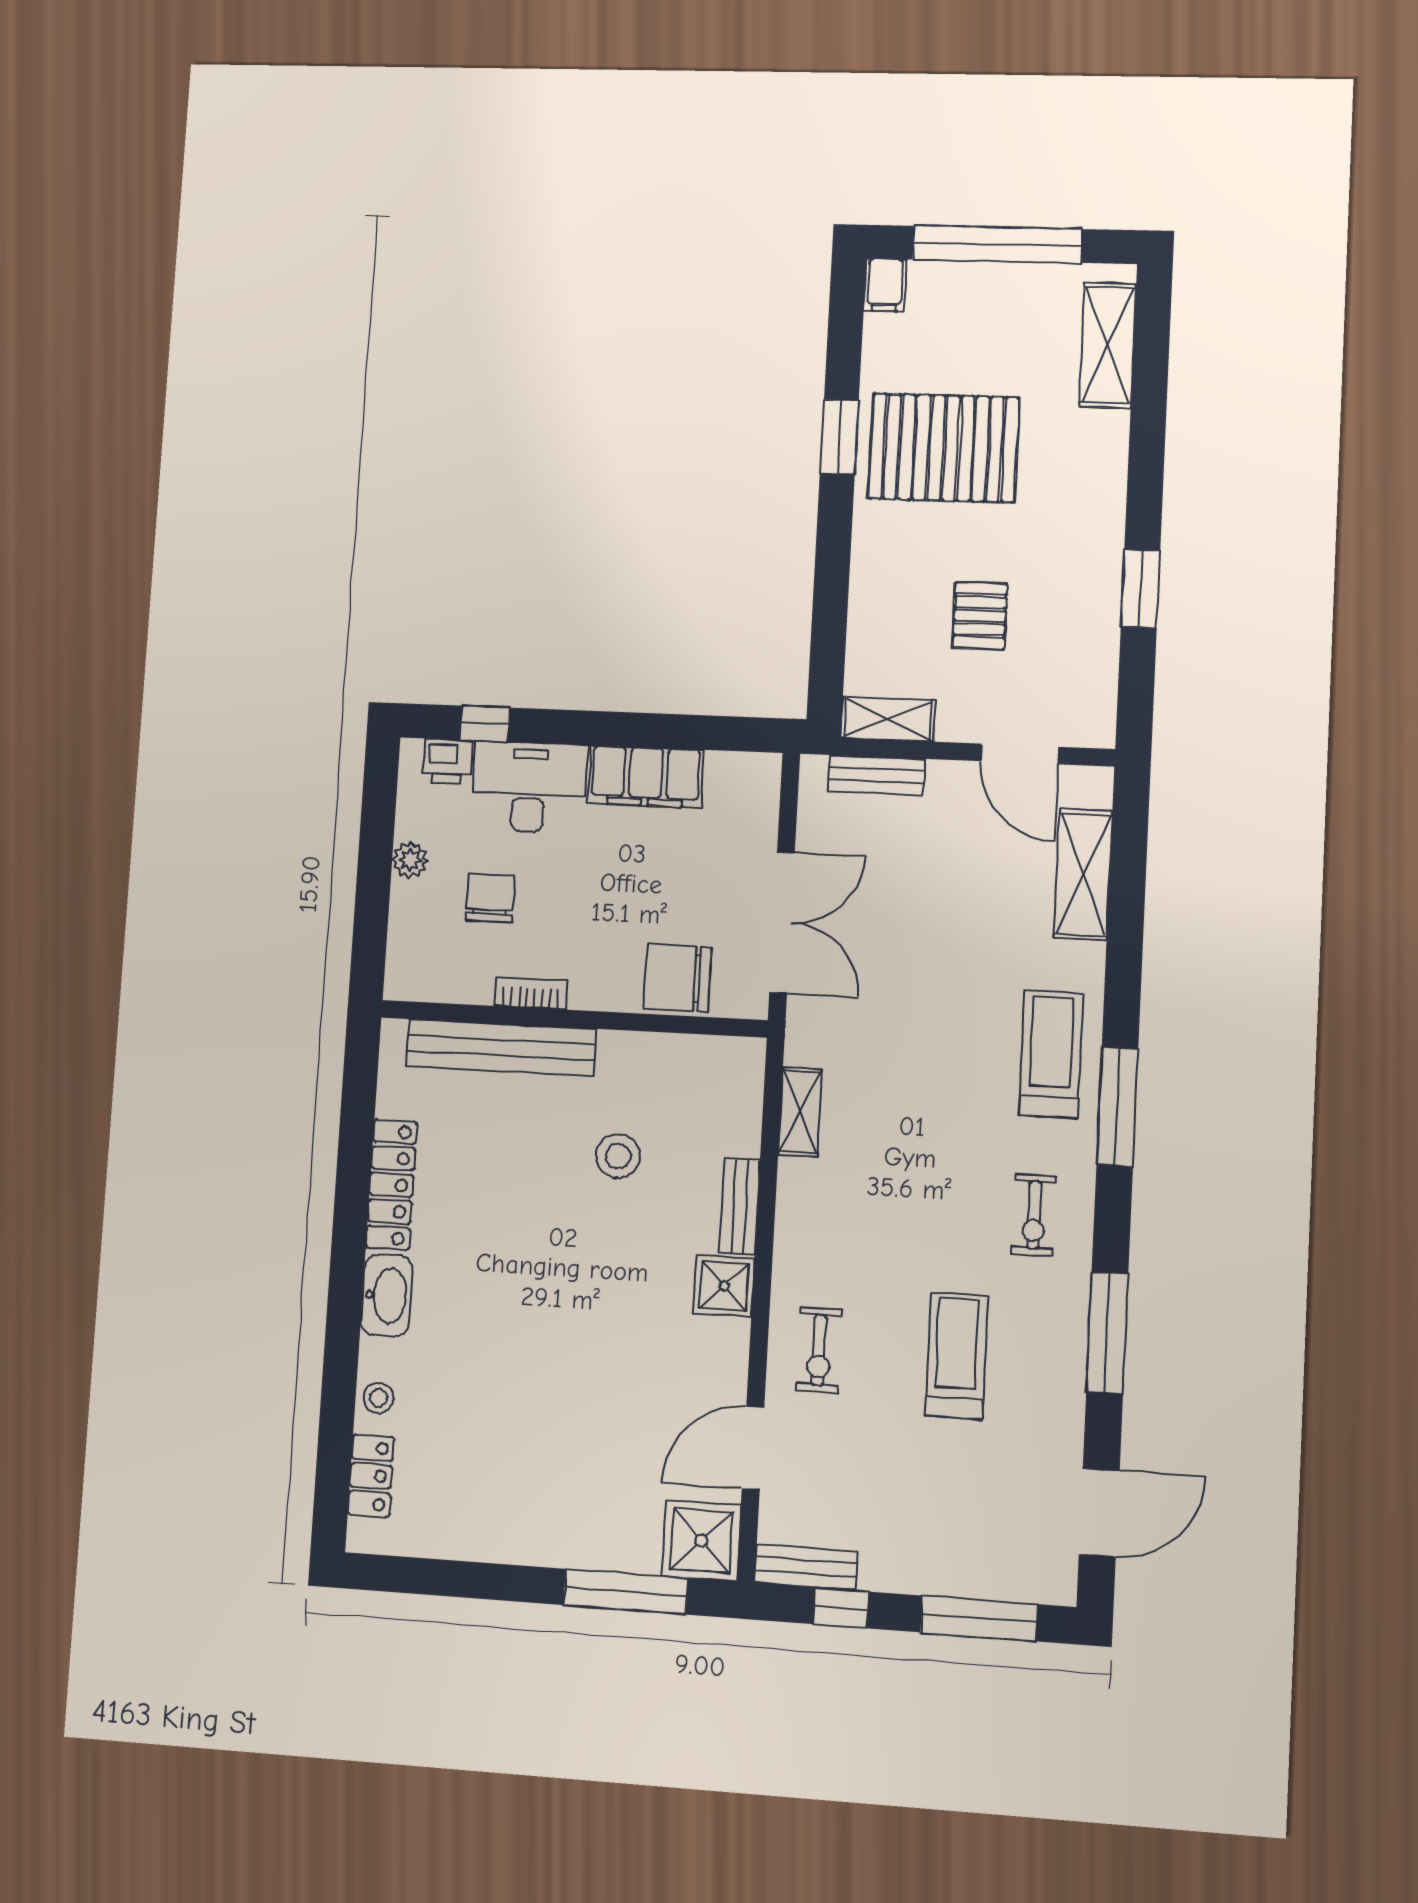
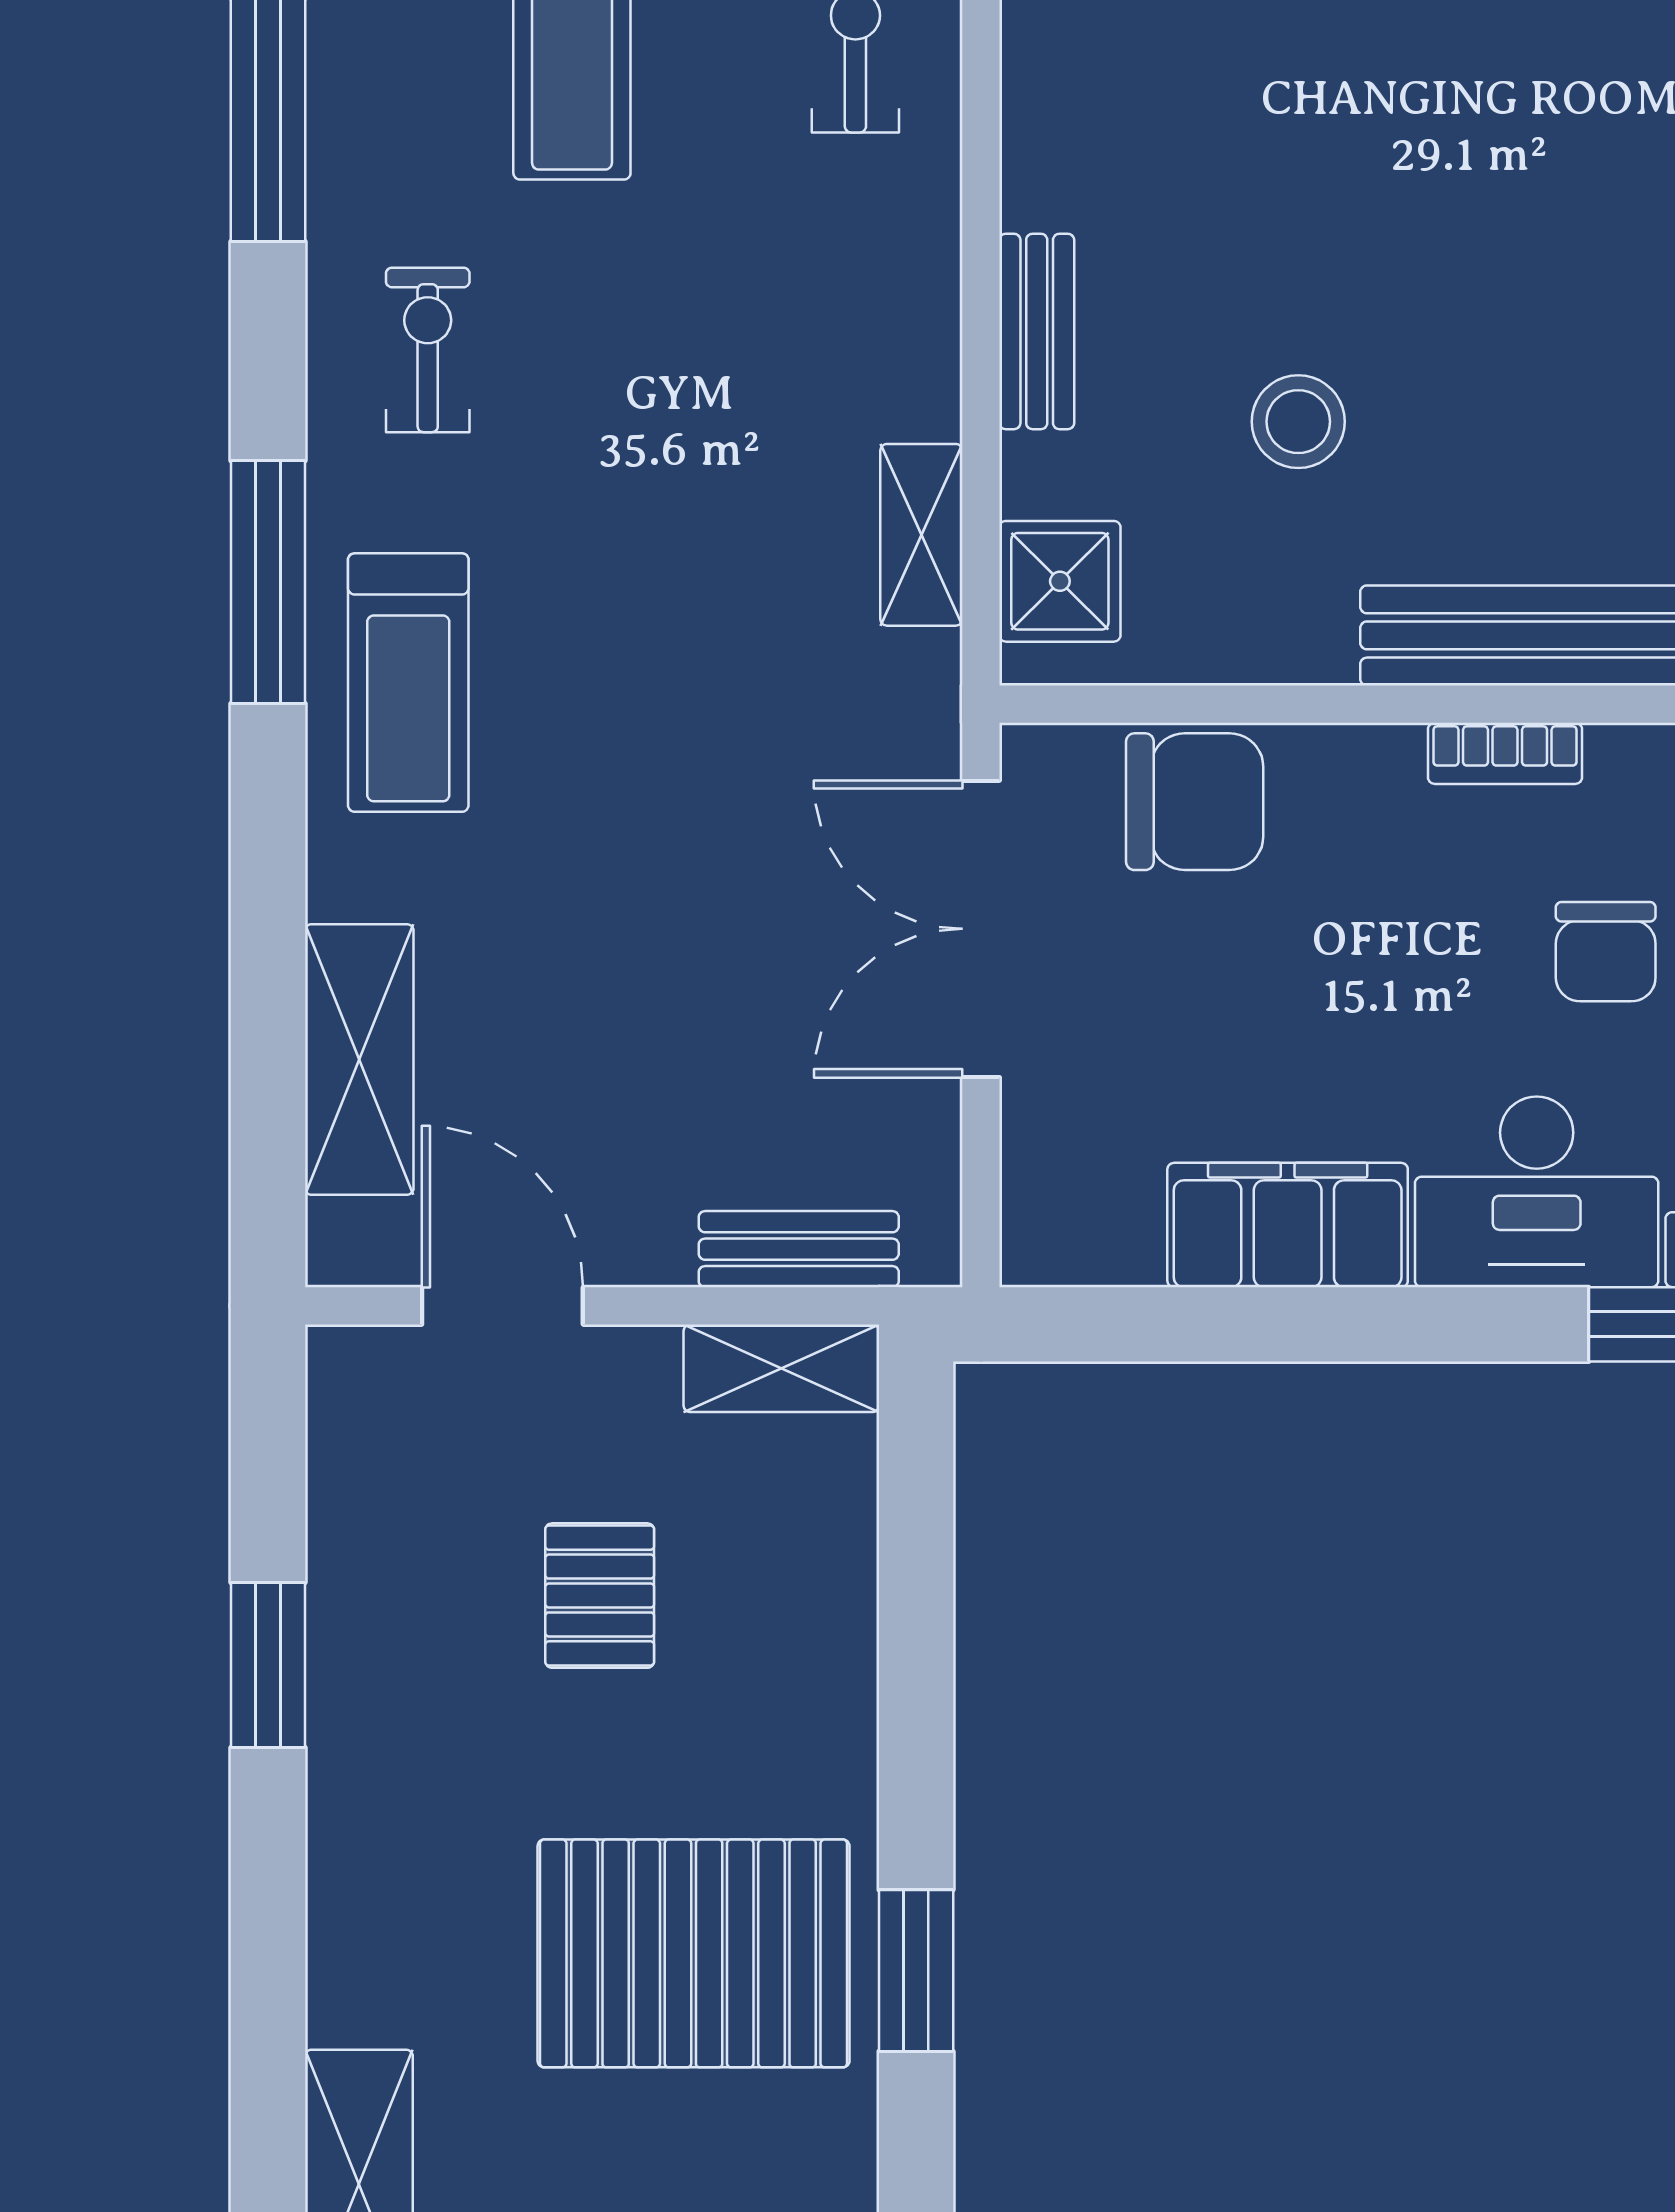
shower: (724, 1286) -> (1060, 581), moved

